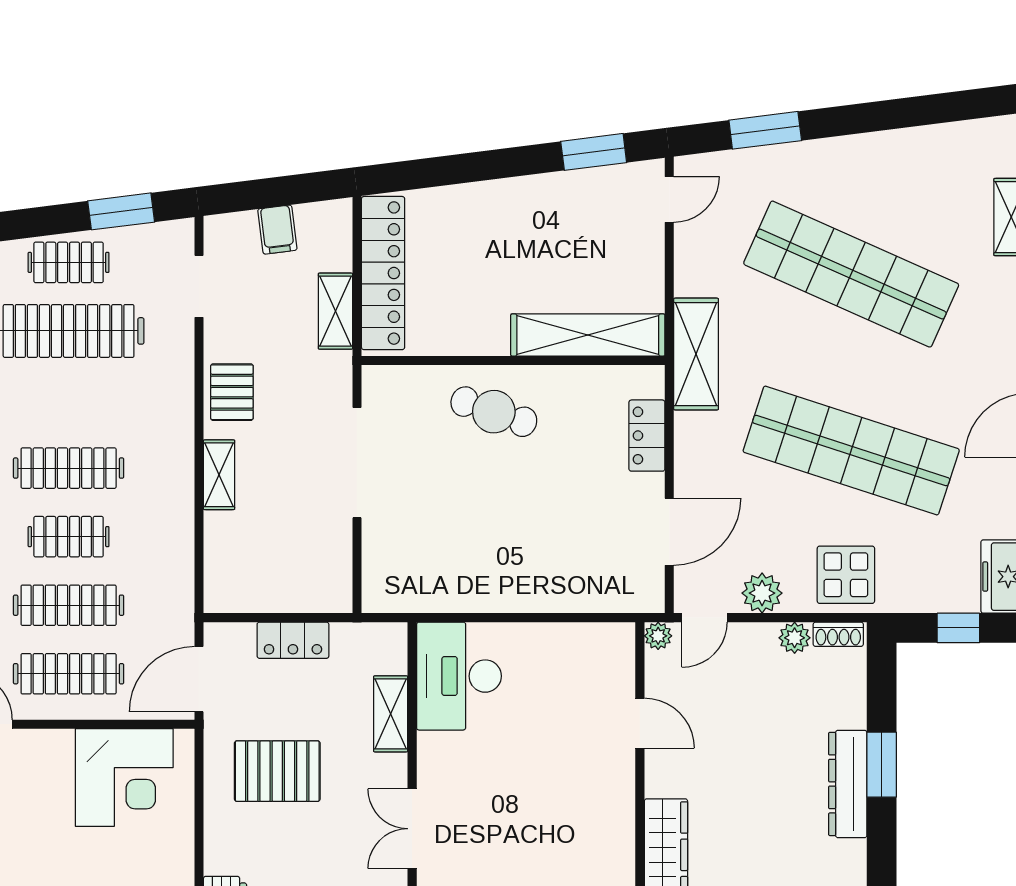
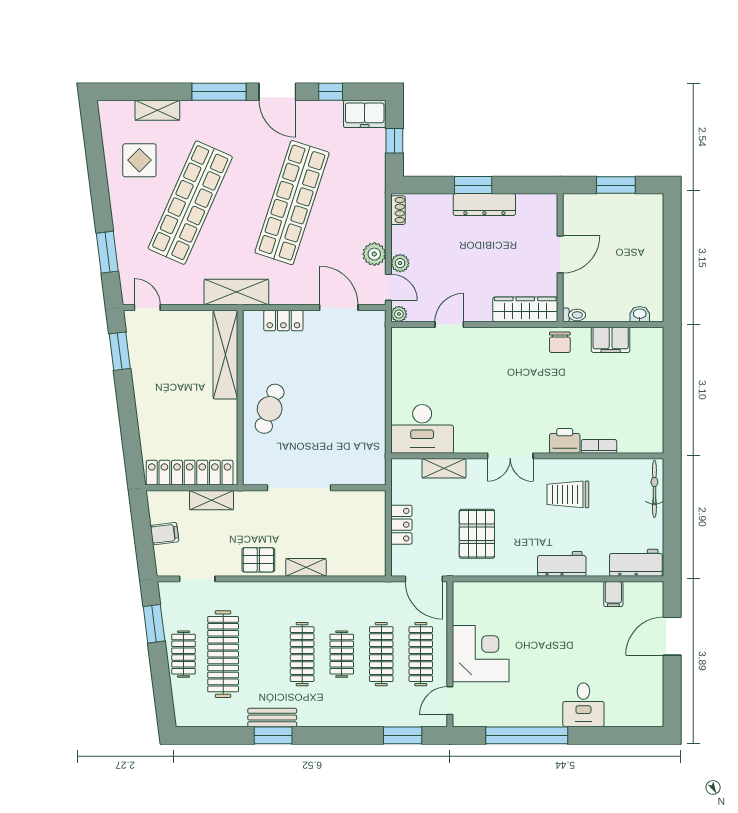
display table: (846, 575) -> (139, 160), moved
plant: (795, 638) -> (400, 263), moved
corner desk: (124, 777) -> (481, 654), moved

